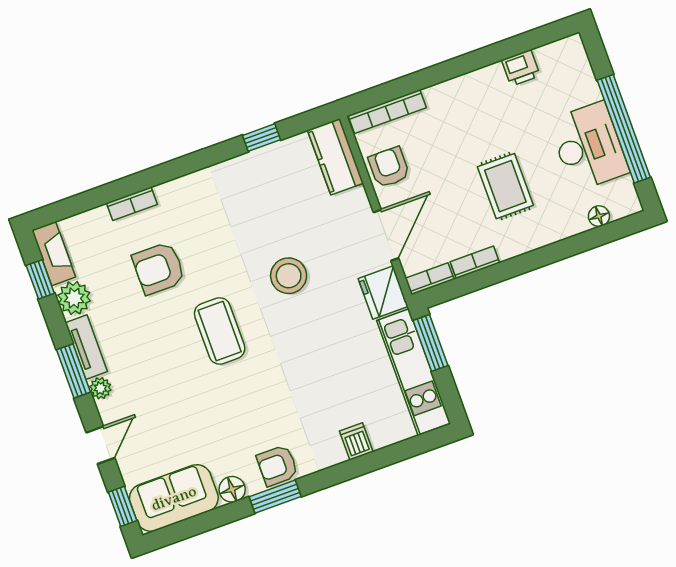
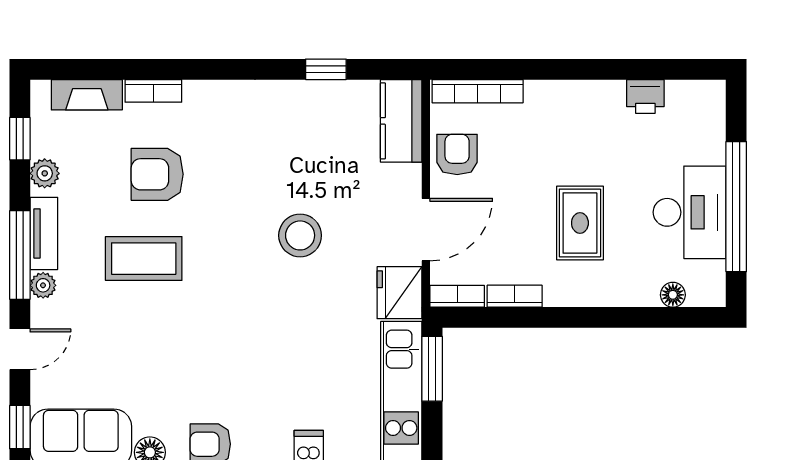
fireplace: (54, 254) -> (87, 95), moved, turned 90
plant: (74, 298) -> (45, 173), width x0.73, depth x0.73
coffee table: (220, 331) -> (144, 259), moved, turned 90
window: (74, 371) -> (20, 255), width x1.44

